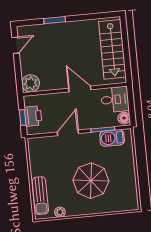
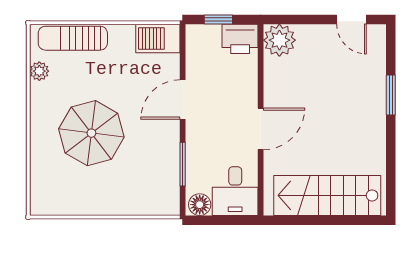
printer: (33, 116) -> (240, 39), moved
door: (68, 133) -> (183, 100), swing flipped
barbecue: (112, 138) -> (158, 38), moved, turned -90

